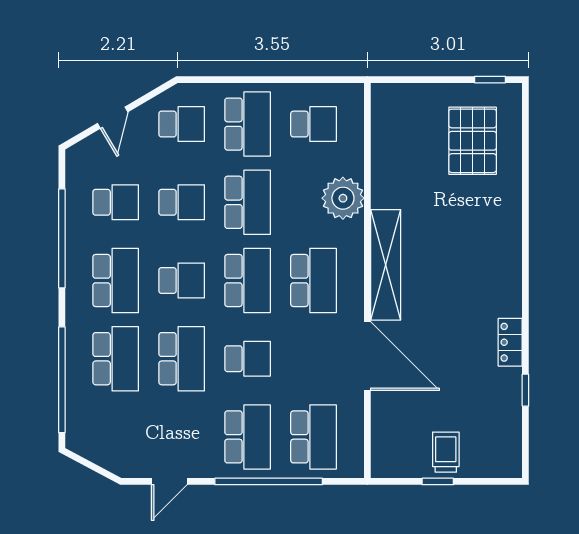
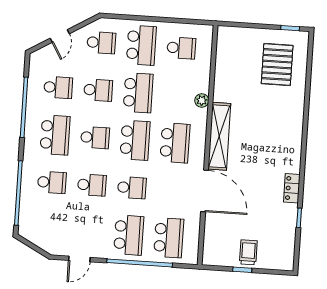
plant: (343, 198) -> (202, 101), width x0.53, depth x0.53
school desk: (116, 359) -> (52, 182), width x0.54
school desk: (182, 359) -> (92, 185), width x0.54

